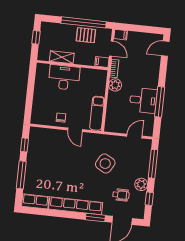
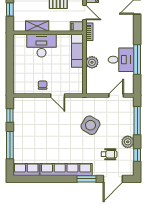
plant: (115, 85) -> (92, 62), moved
exam couch: (97, 113) -> (77, 51), moved

